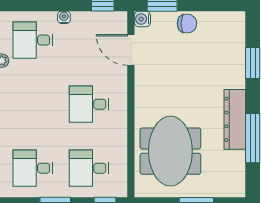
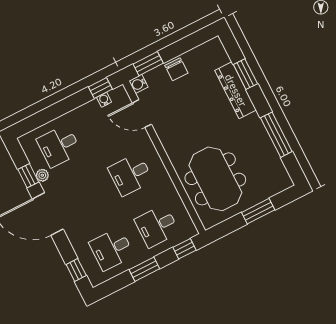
water cooler: (64, 17) -> (104, 100), moved
chair: (187, 24) -> (176, 69), turned 90
dresser: (235, 119) -> (236, 90), moved

